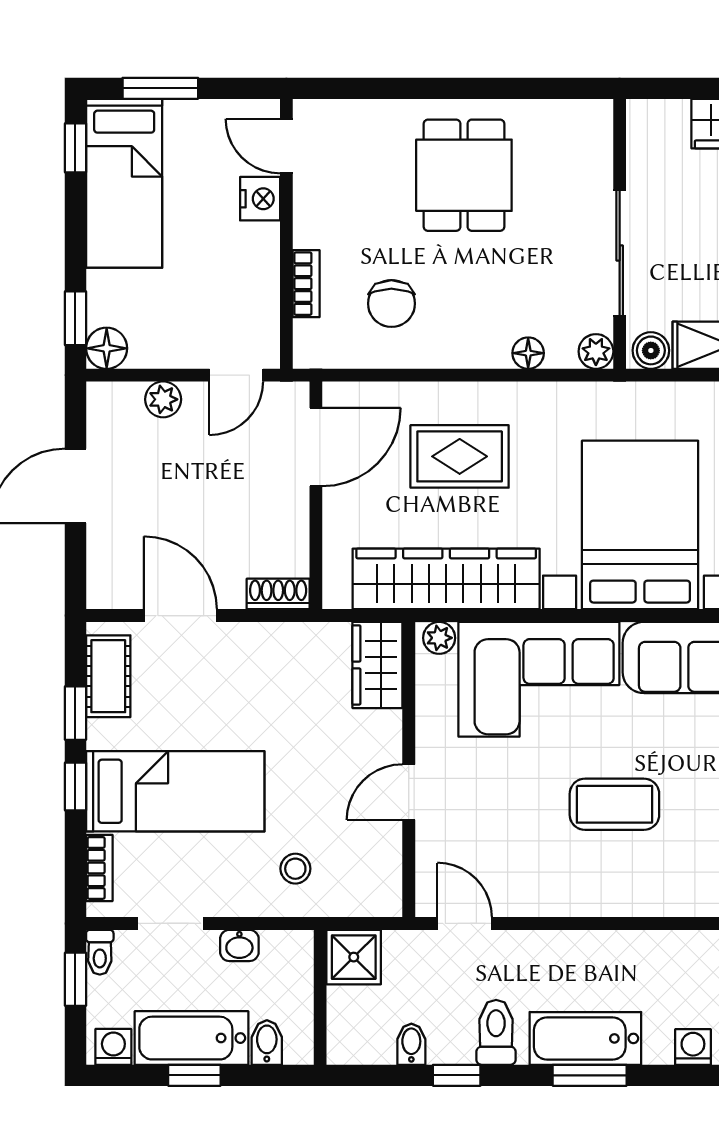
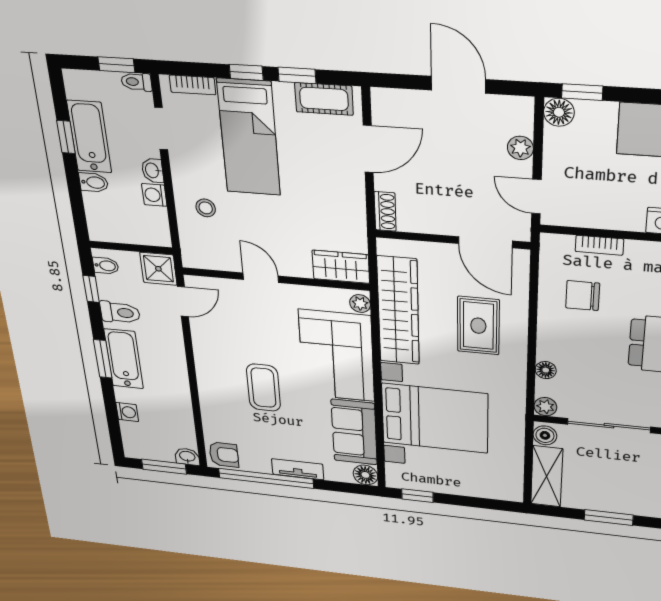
shower: (354, 957) -> (158, 269), moved
wall: (320, 997) -> (131, 248), moved
washing machine: (113, 1047) -> (154, 195), moved, turned 180

